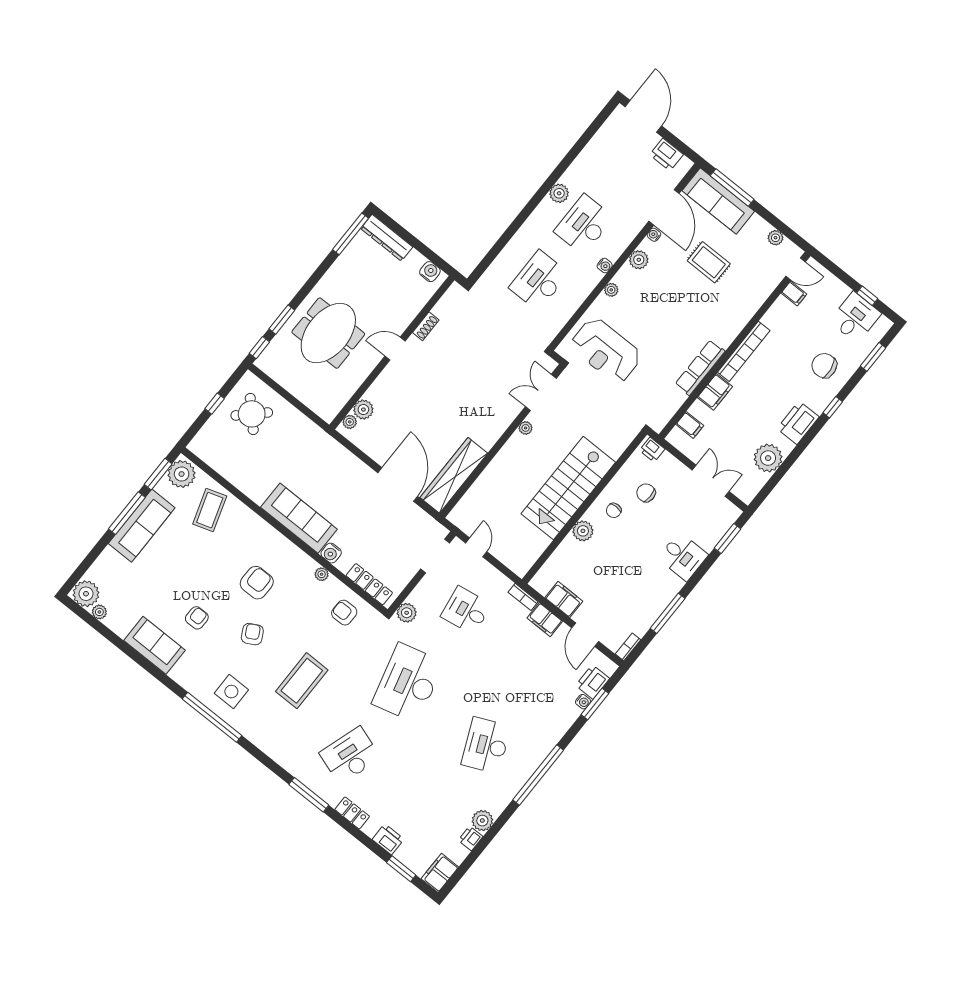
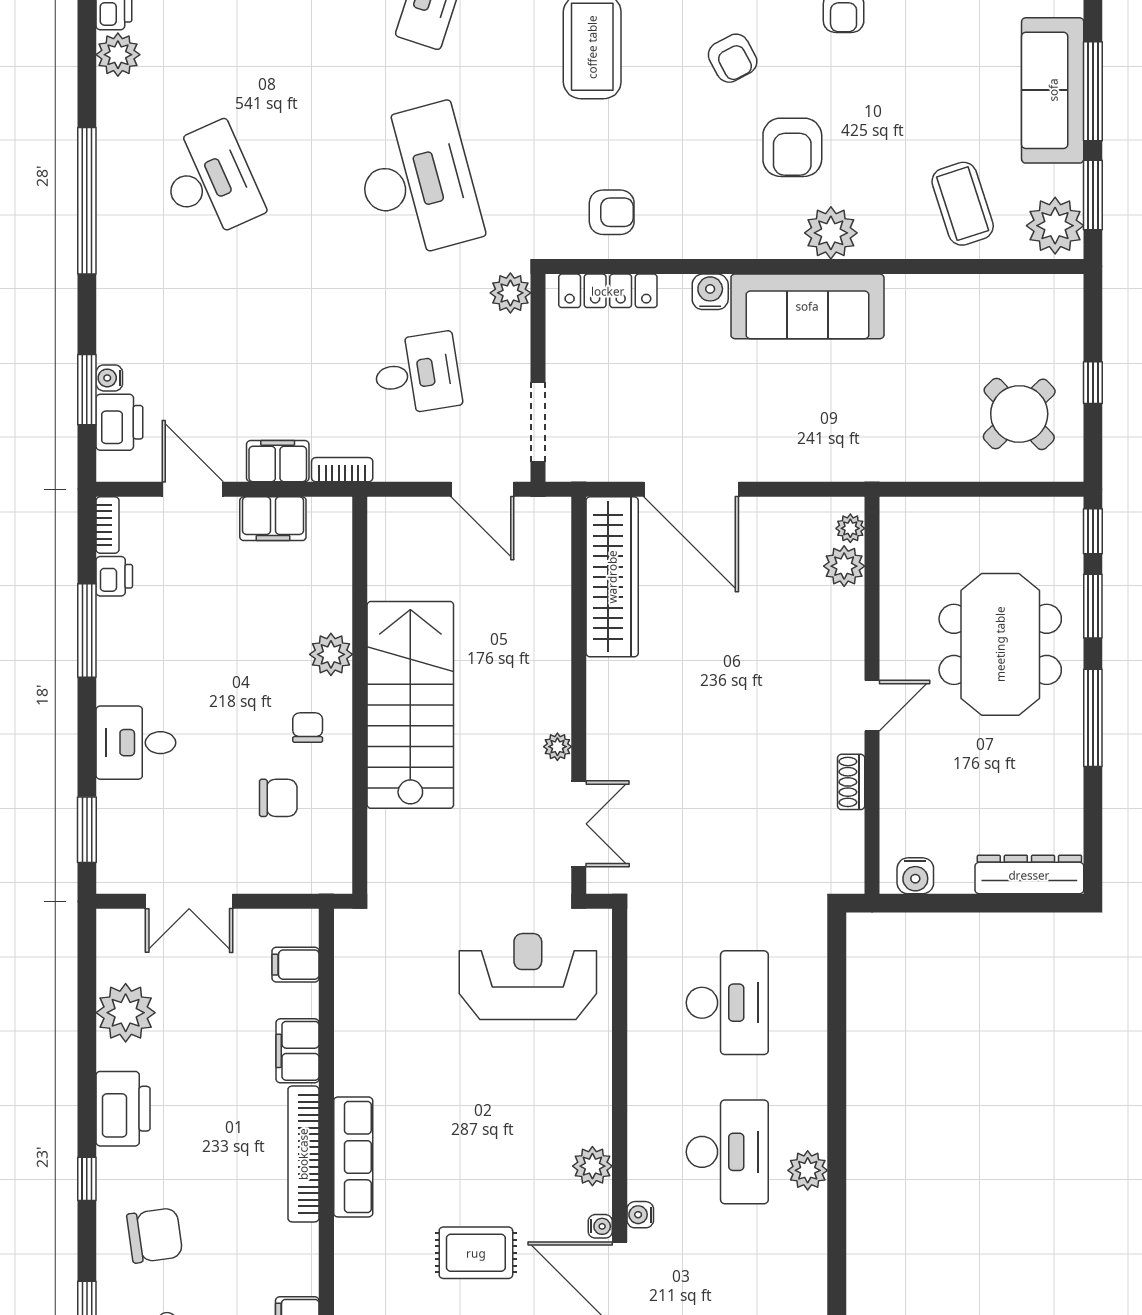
window: (351, 234) -> (1093, 718), moved
water cooler: (605, 266) -> (640, 1215), moved
plant: (611, 290) -> (598, 1082), removed
row of seats: (700, 368) -> (353, 1157), moved
printer: (652, 450) -> (114, 576), moved, turned 90
door: (476, 547) -> (482, 489), width x1.38
plant: (322, 574) -> (831, 233), moved, width x1.87, depth x1.87

